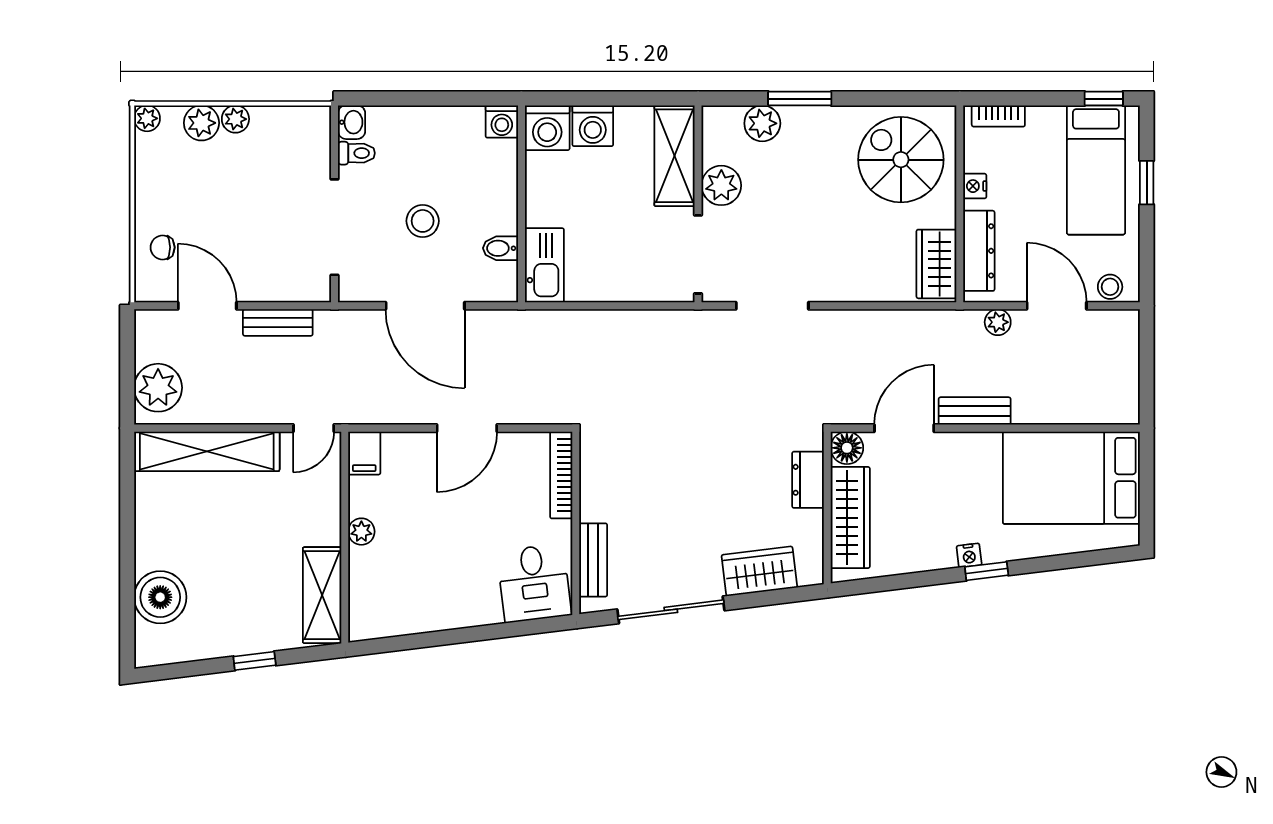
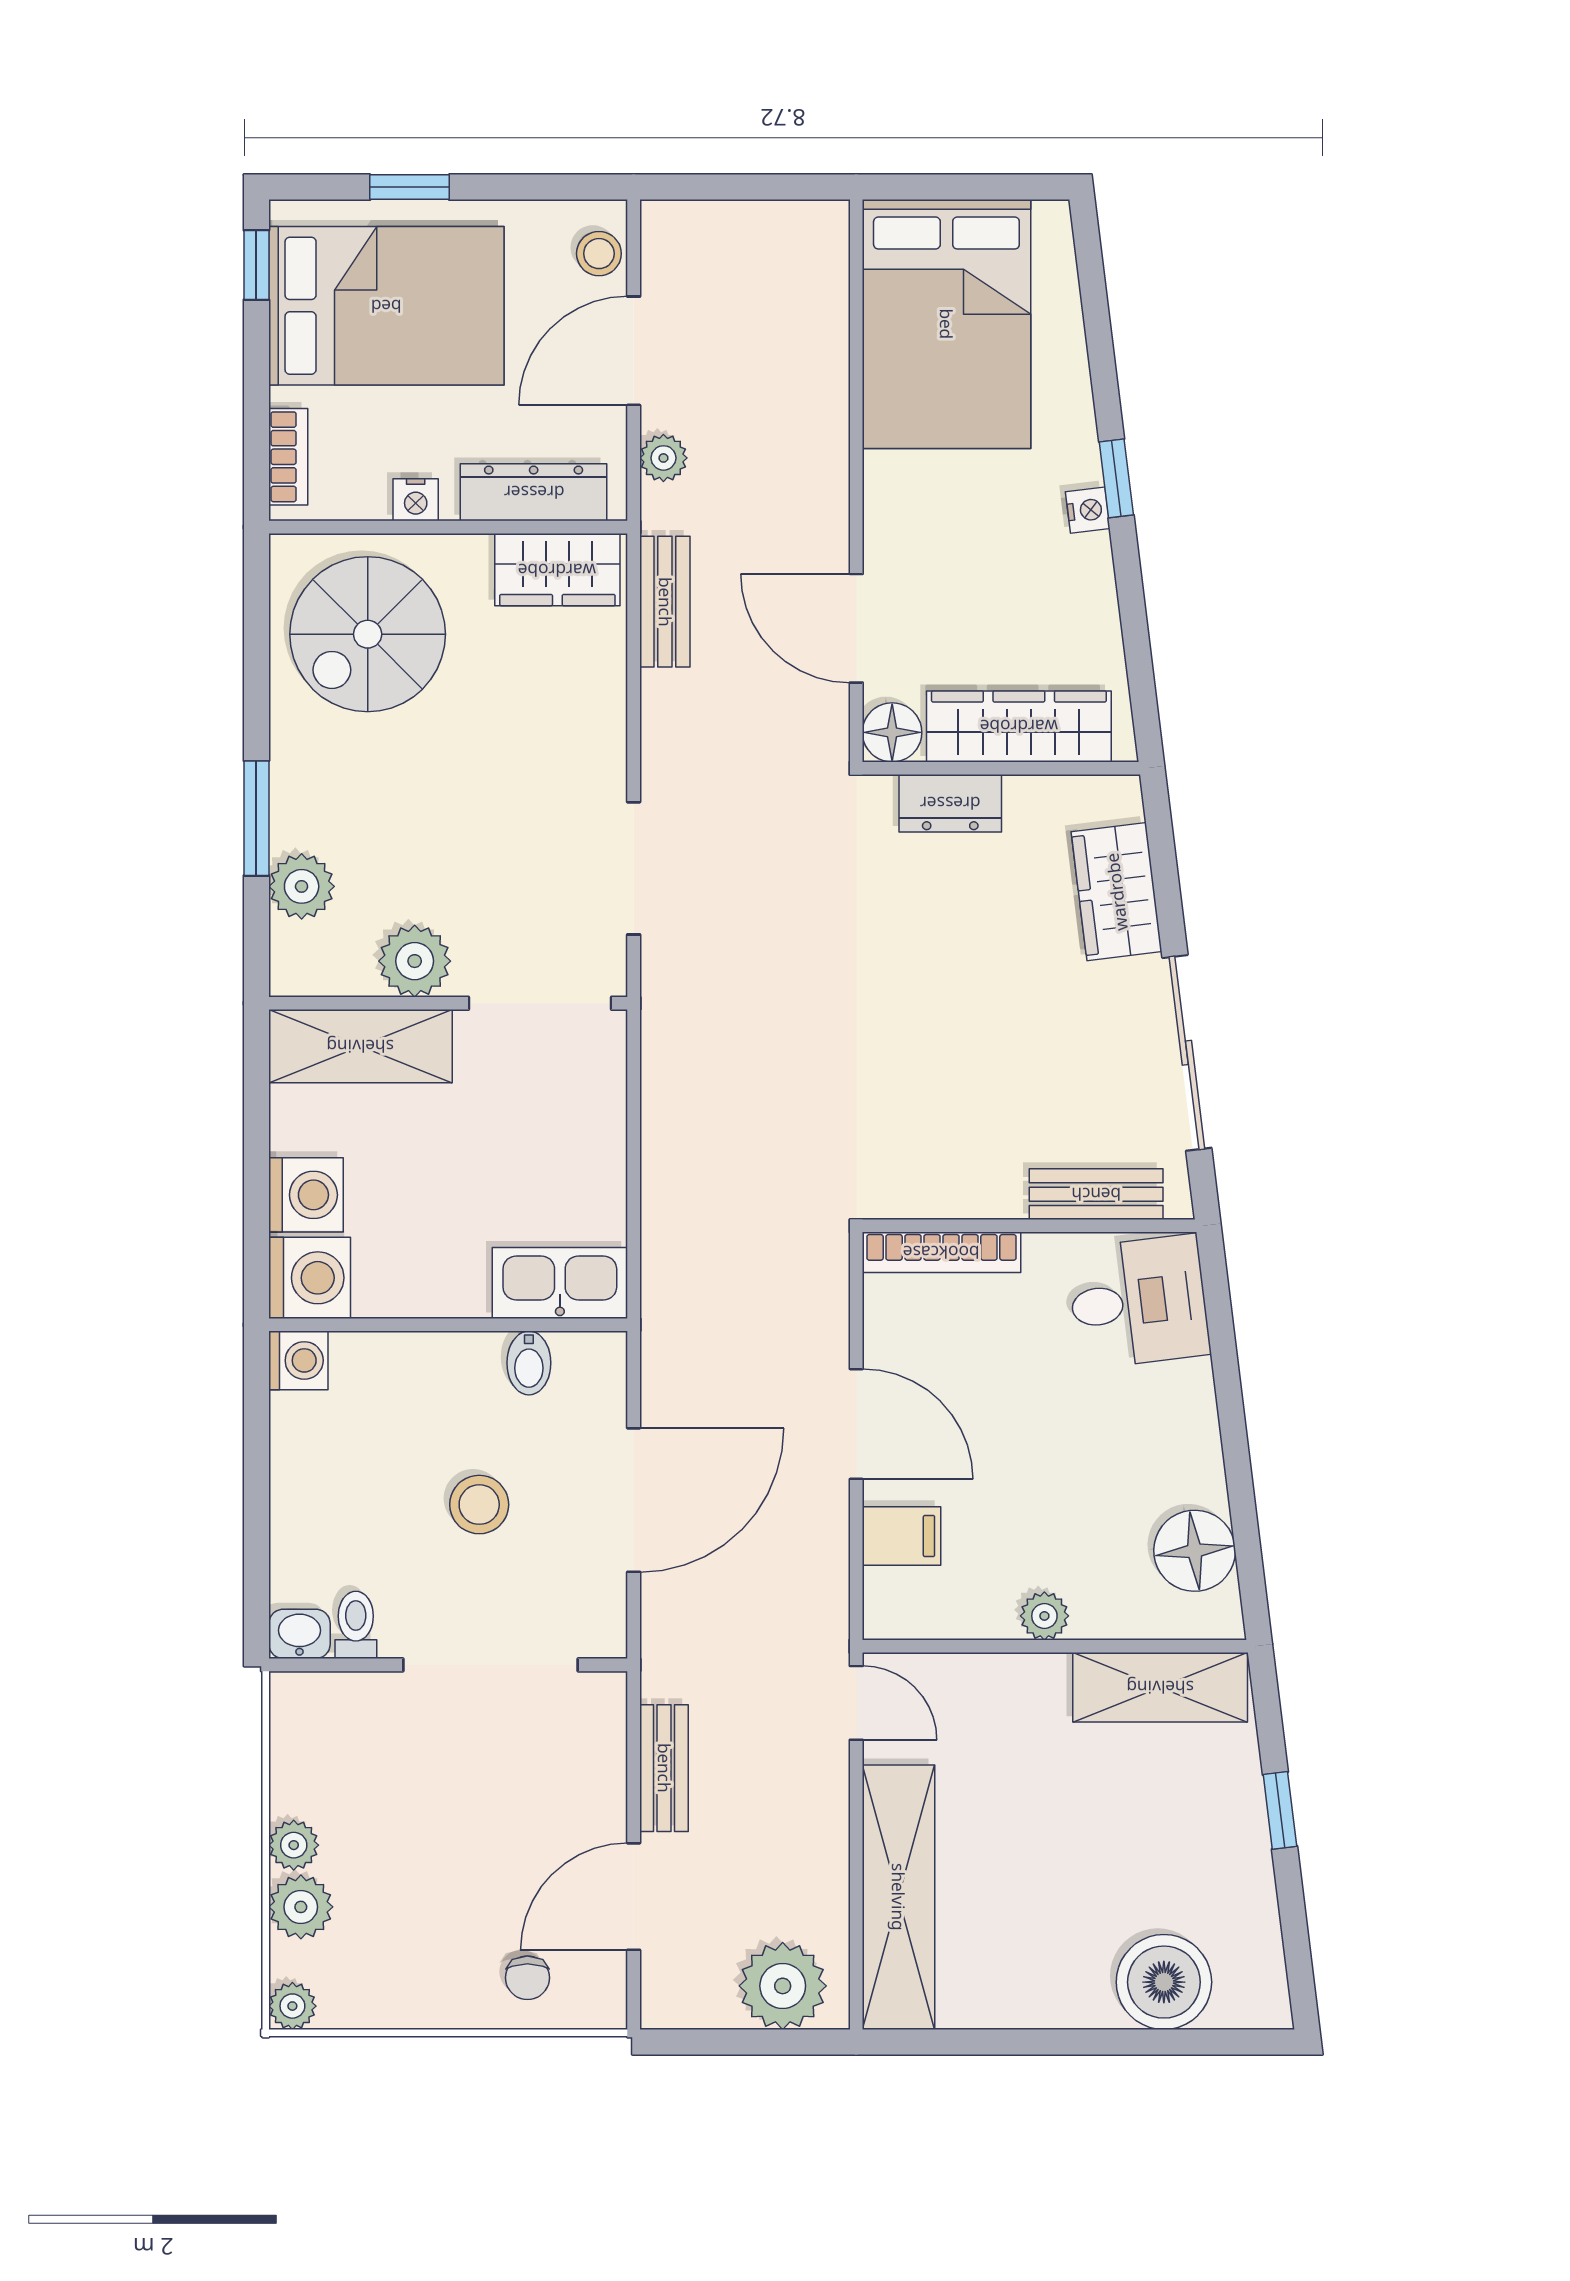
bed: (1096, 170) -> (386, 306), width x1.50
bench: (975, 411) -> (665, 602), moved
filing cabinet: (364, 453) -> (902, 1536), moved
floor lamp: (397, 614) -> (1195, 1551), added

